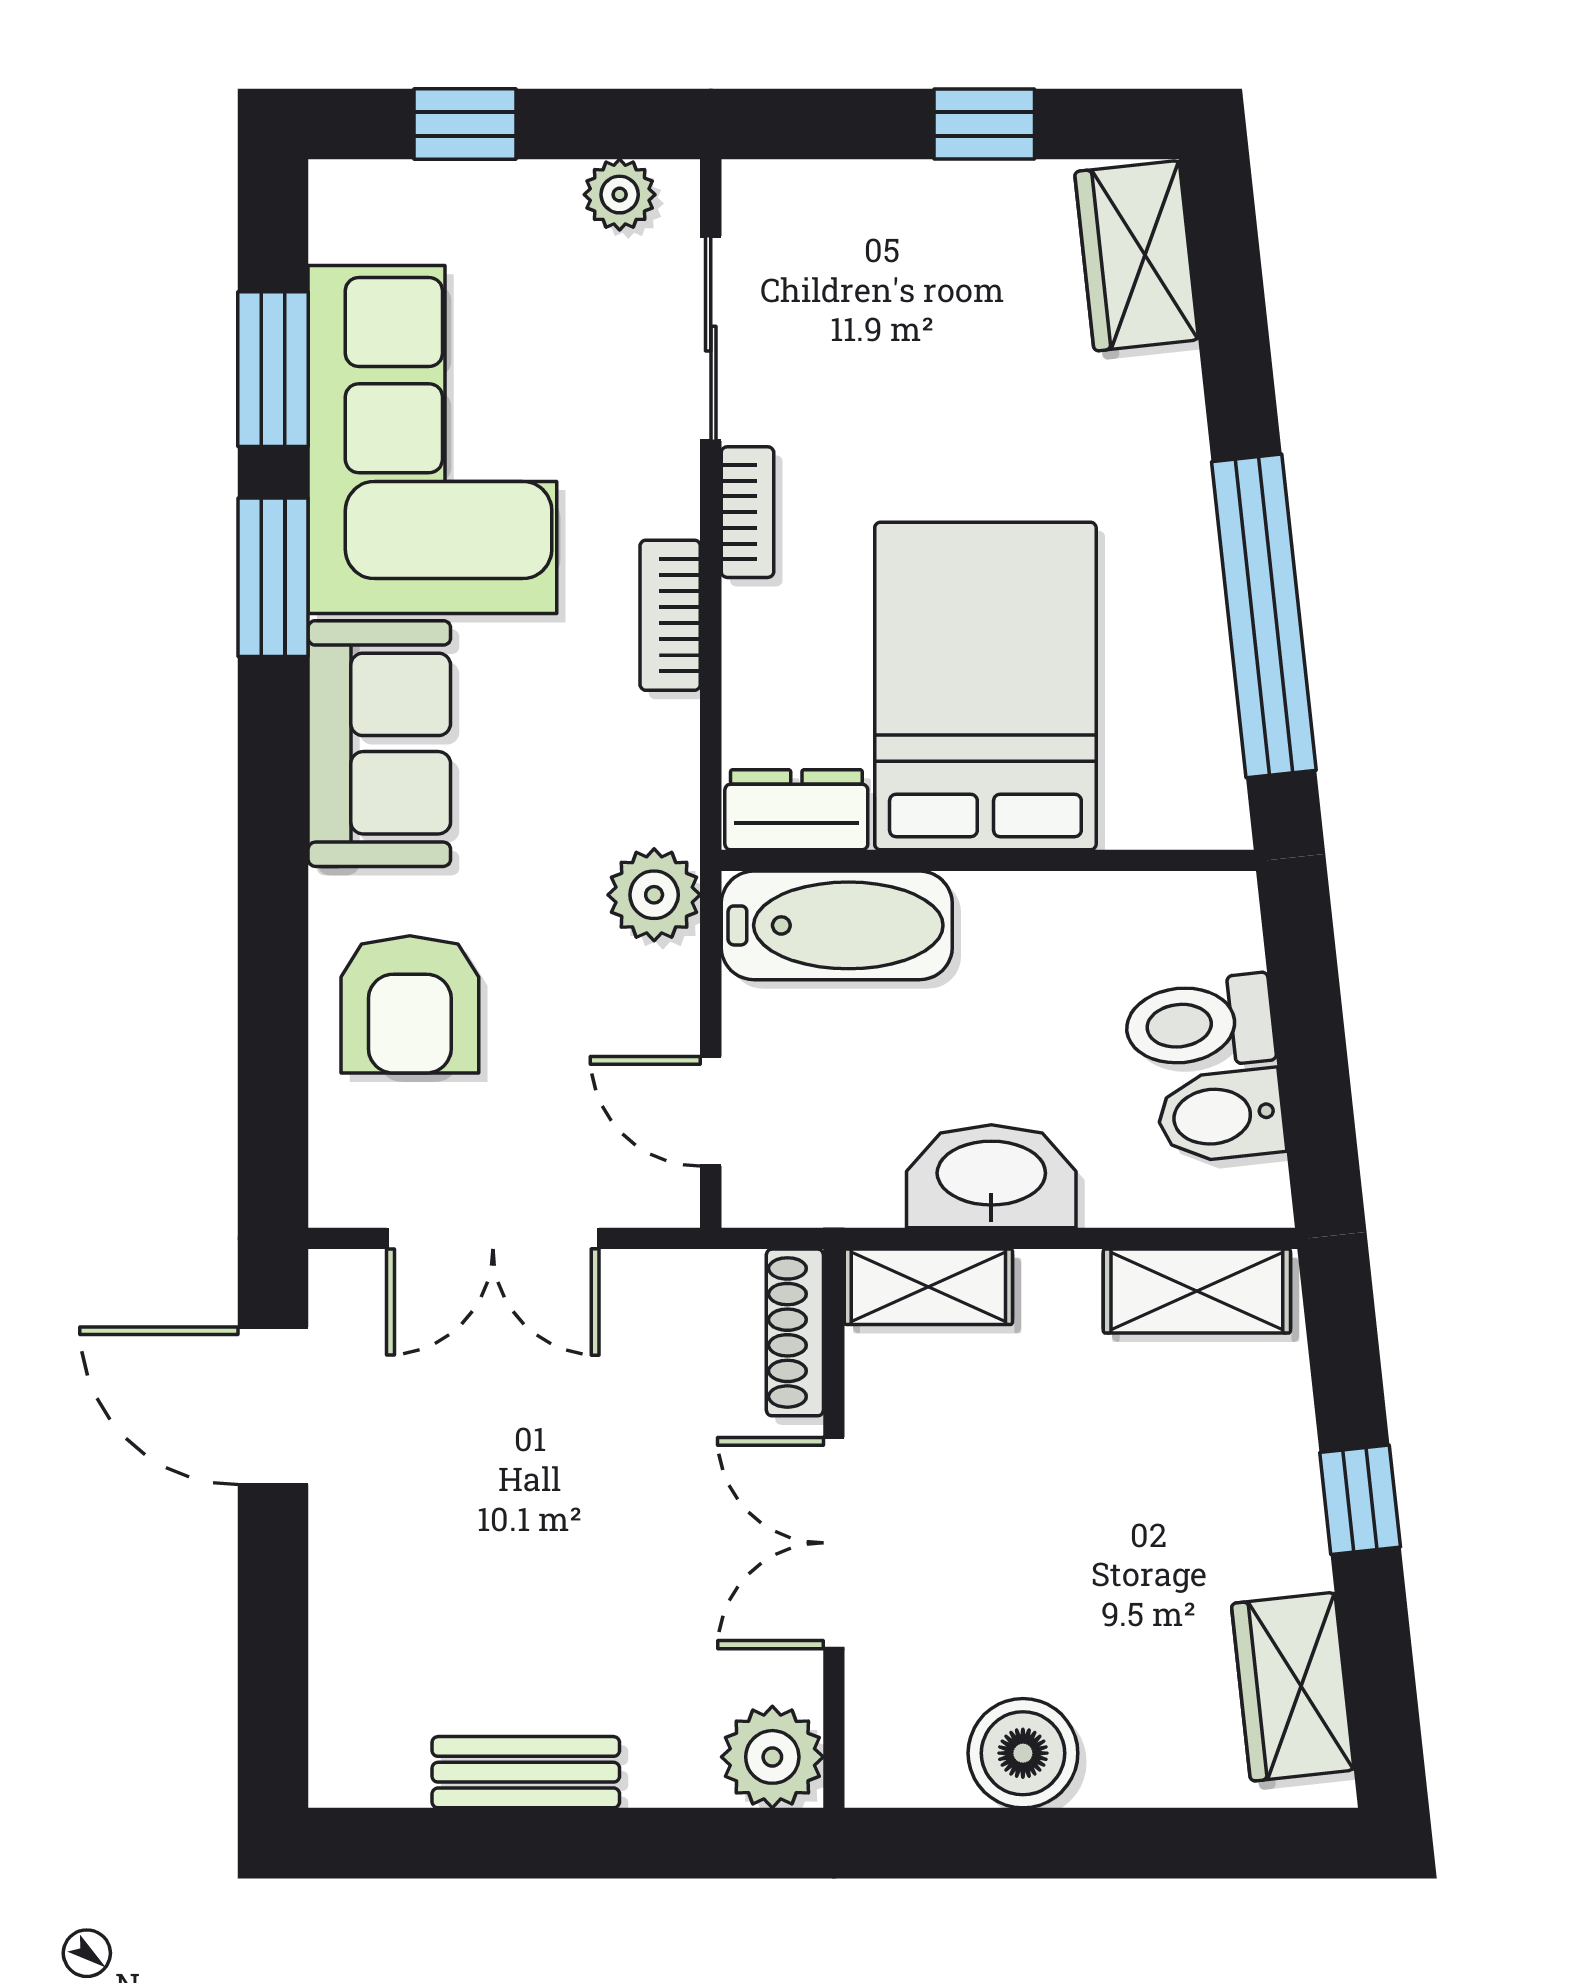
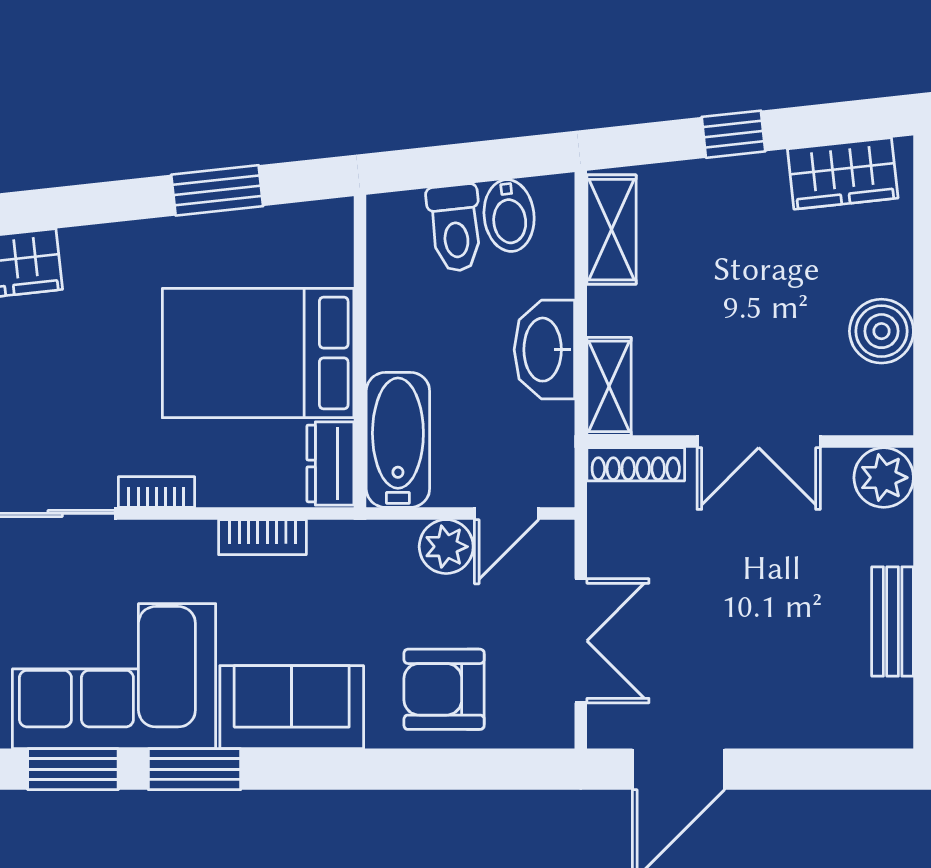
bookcase: (670, 615) -> (262, 537), moved
window: (1264, 616) -> (217, 190), width x0.47
plant: (654, 895) -> (446, 547), moved
armchair: (410, 1004) -> (444, 689), turned 180

